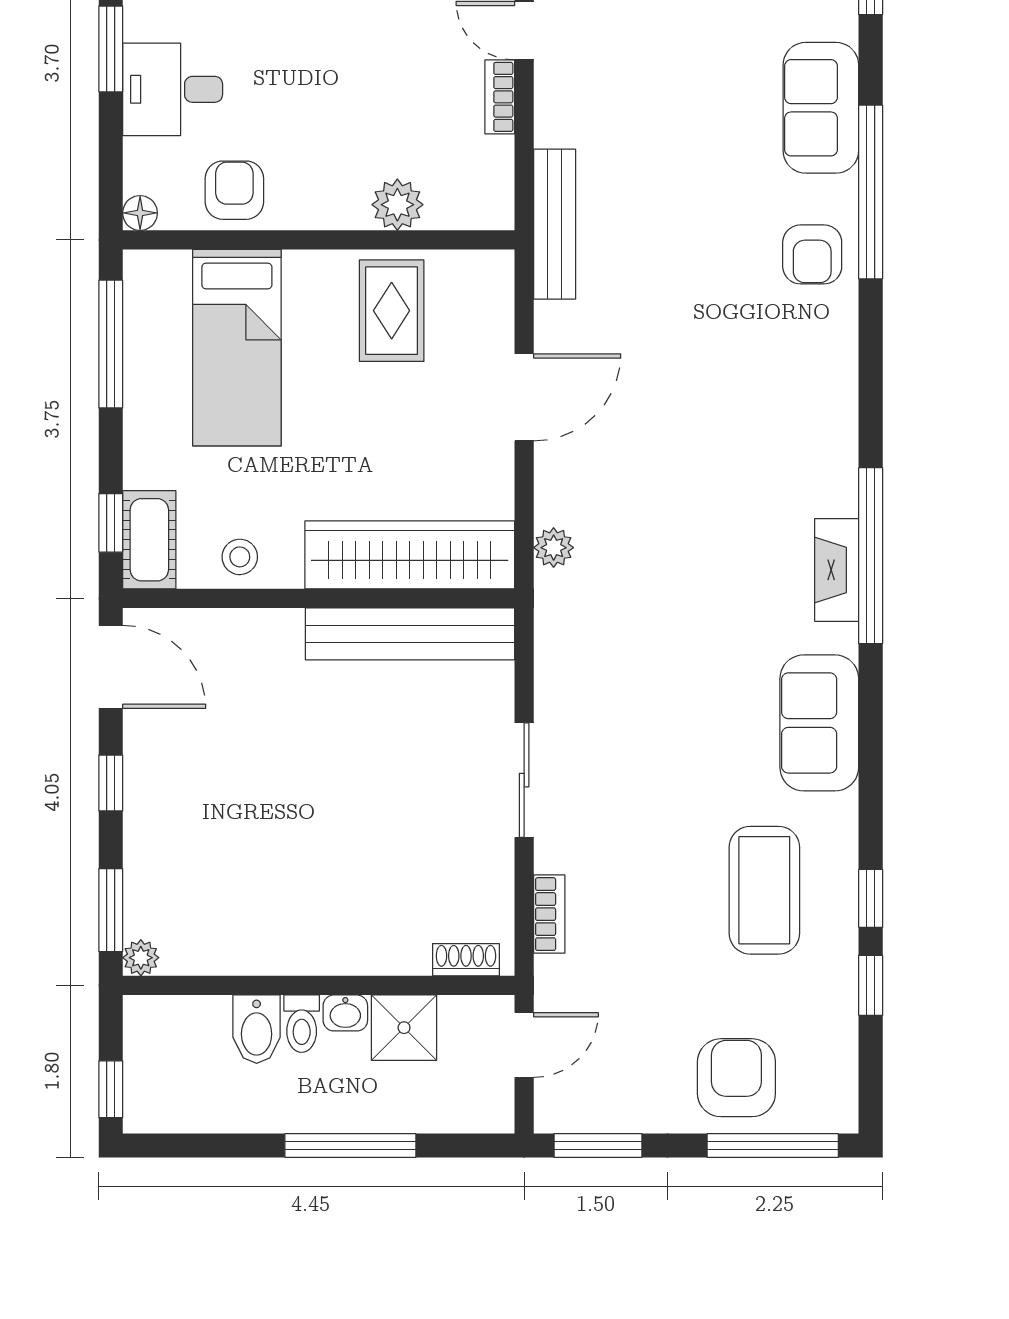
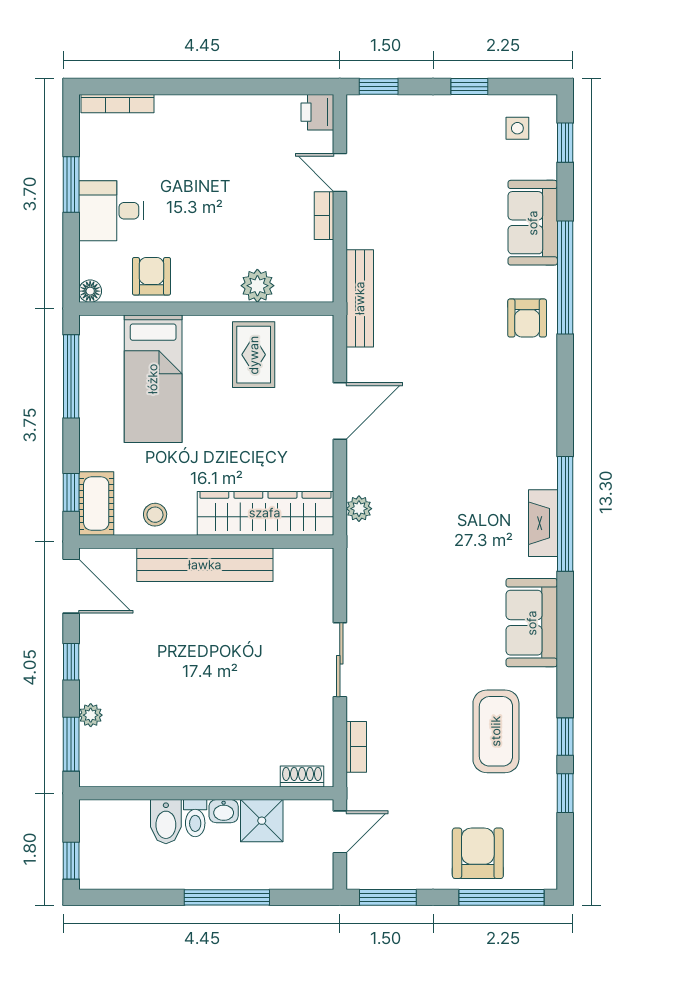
bench: (410, 634) -> (205, 565), moved
plant: (141, 958) -> (91, 715), moved

